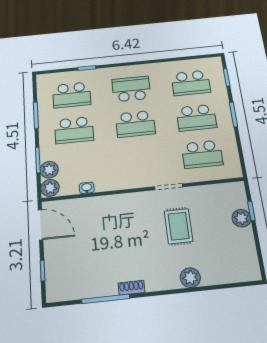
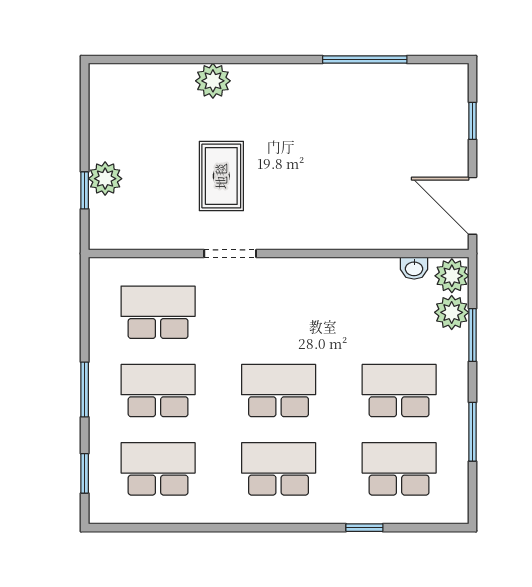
school desk: (131, 89) -> (279, 469), turned 180
washbasin: (87, 188) -> (414, 268), moved
shoe rack: (131, 288) -> (318, 74), removed

